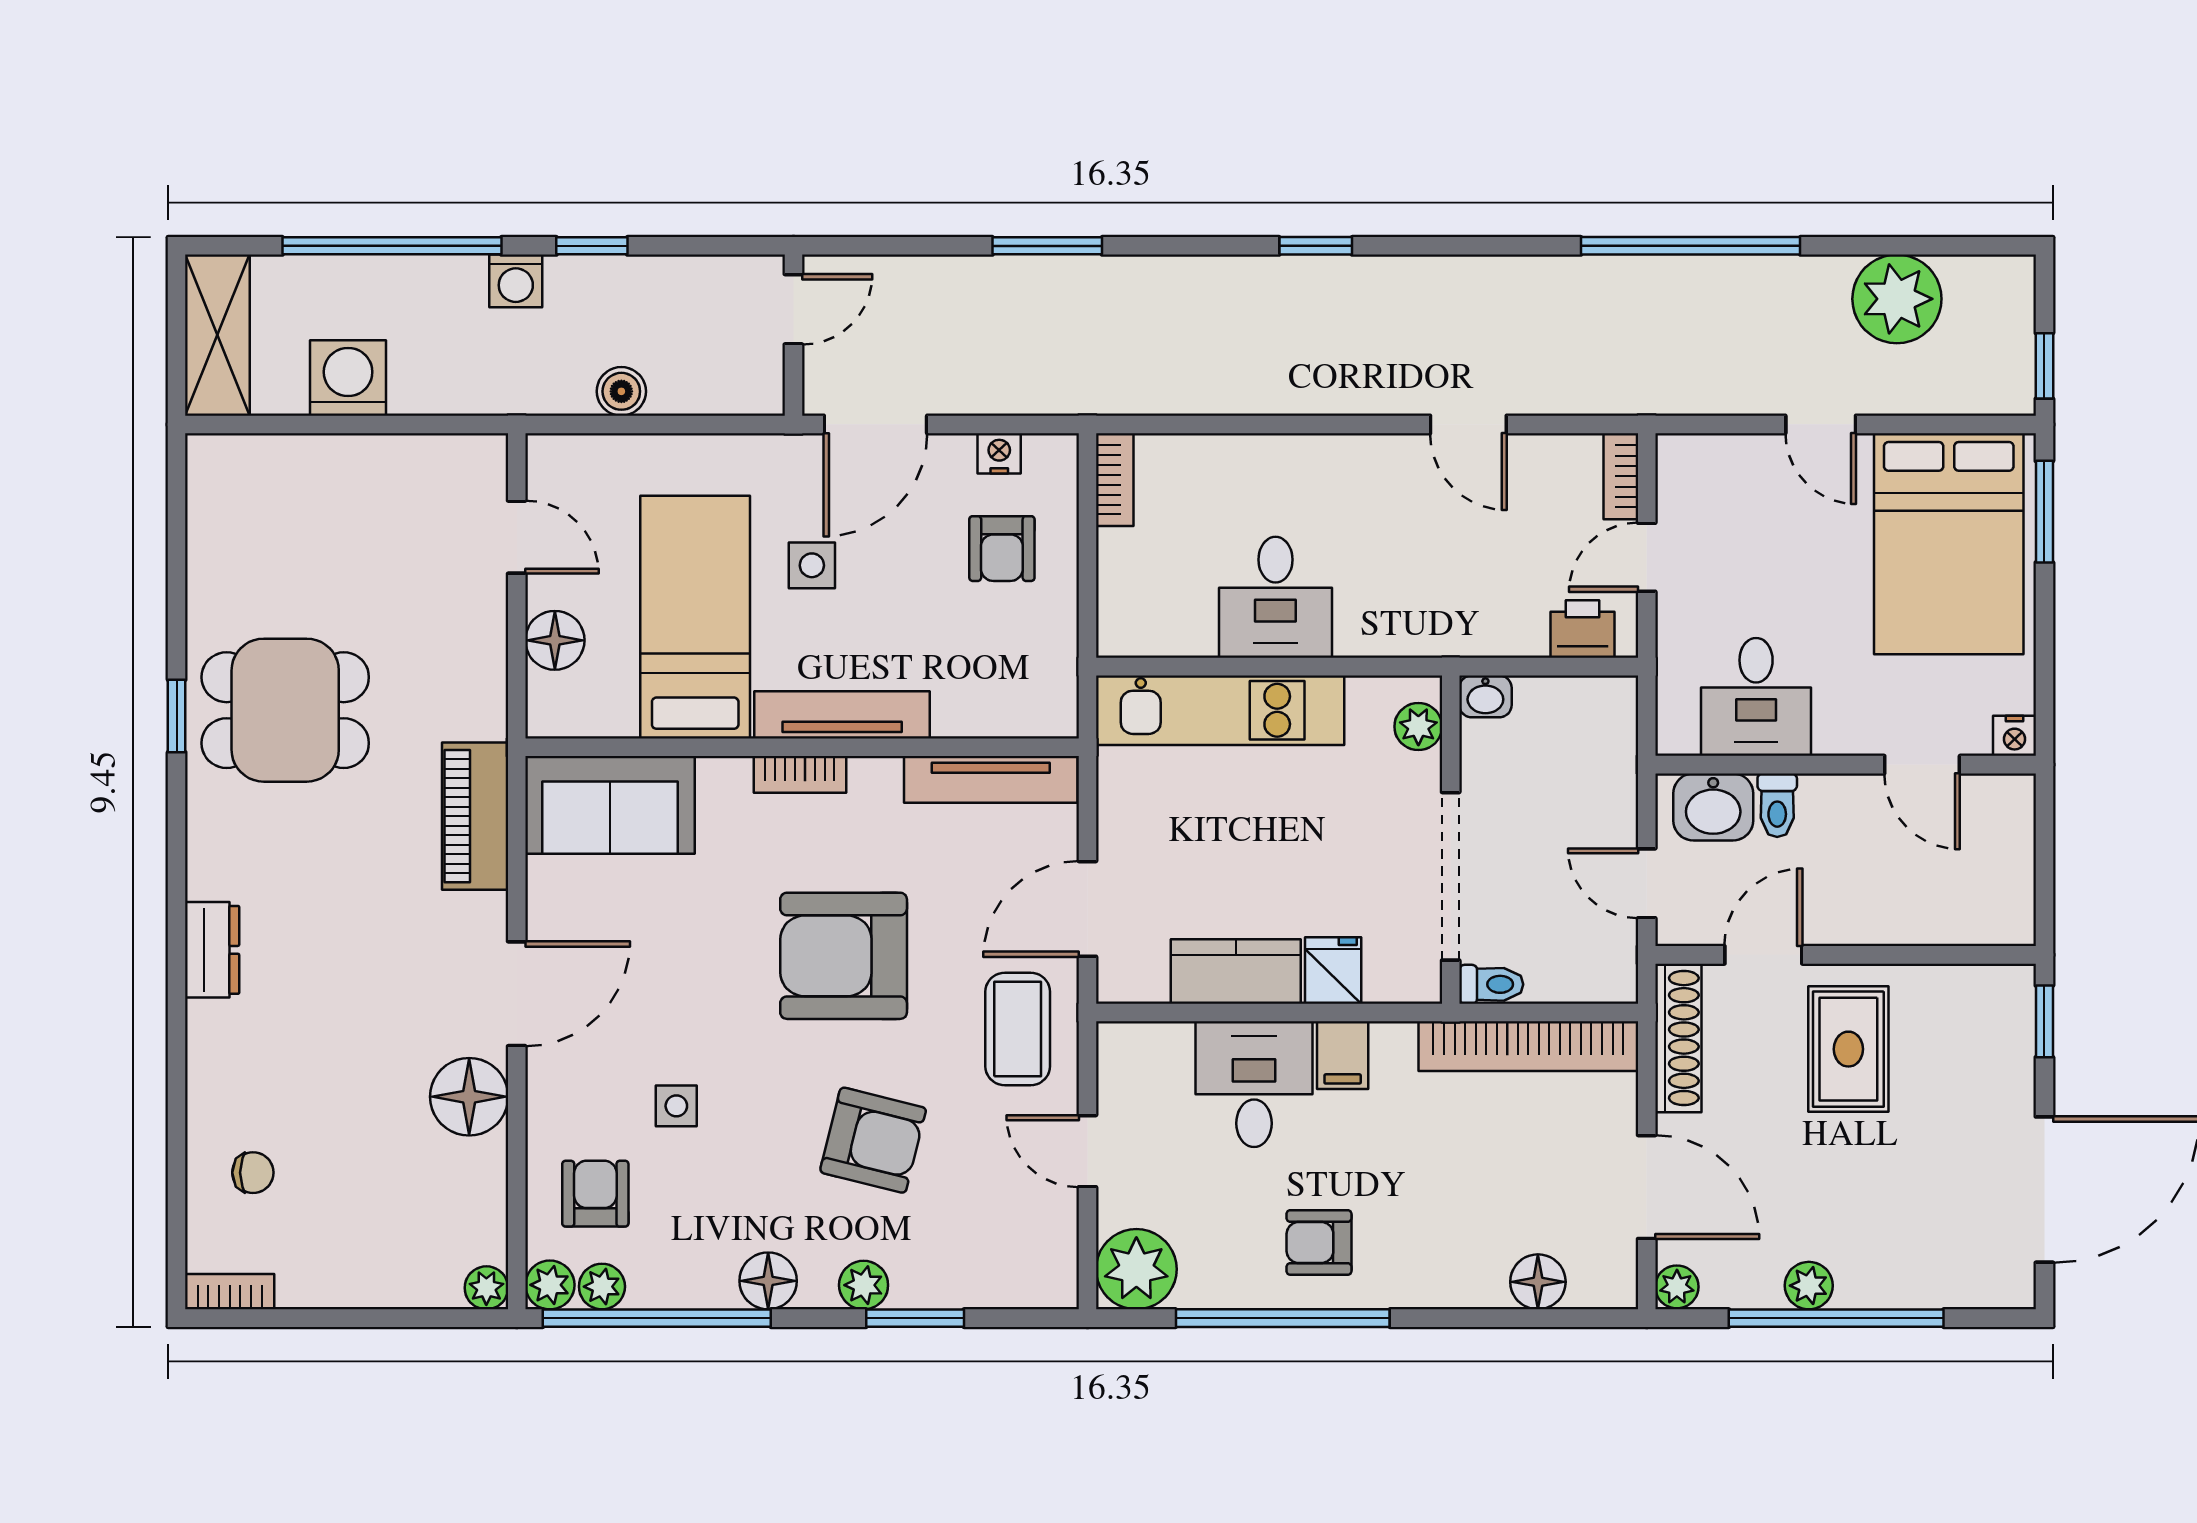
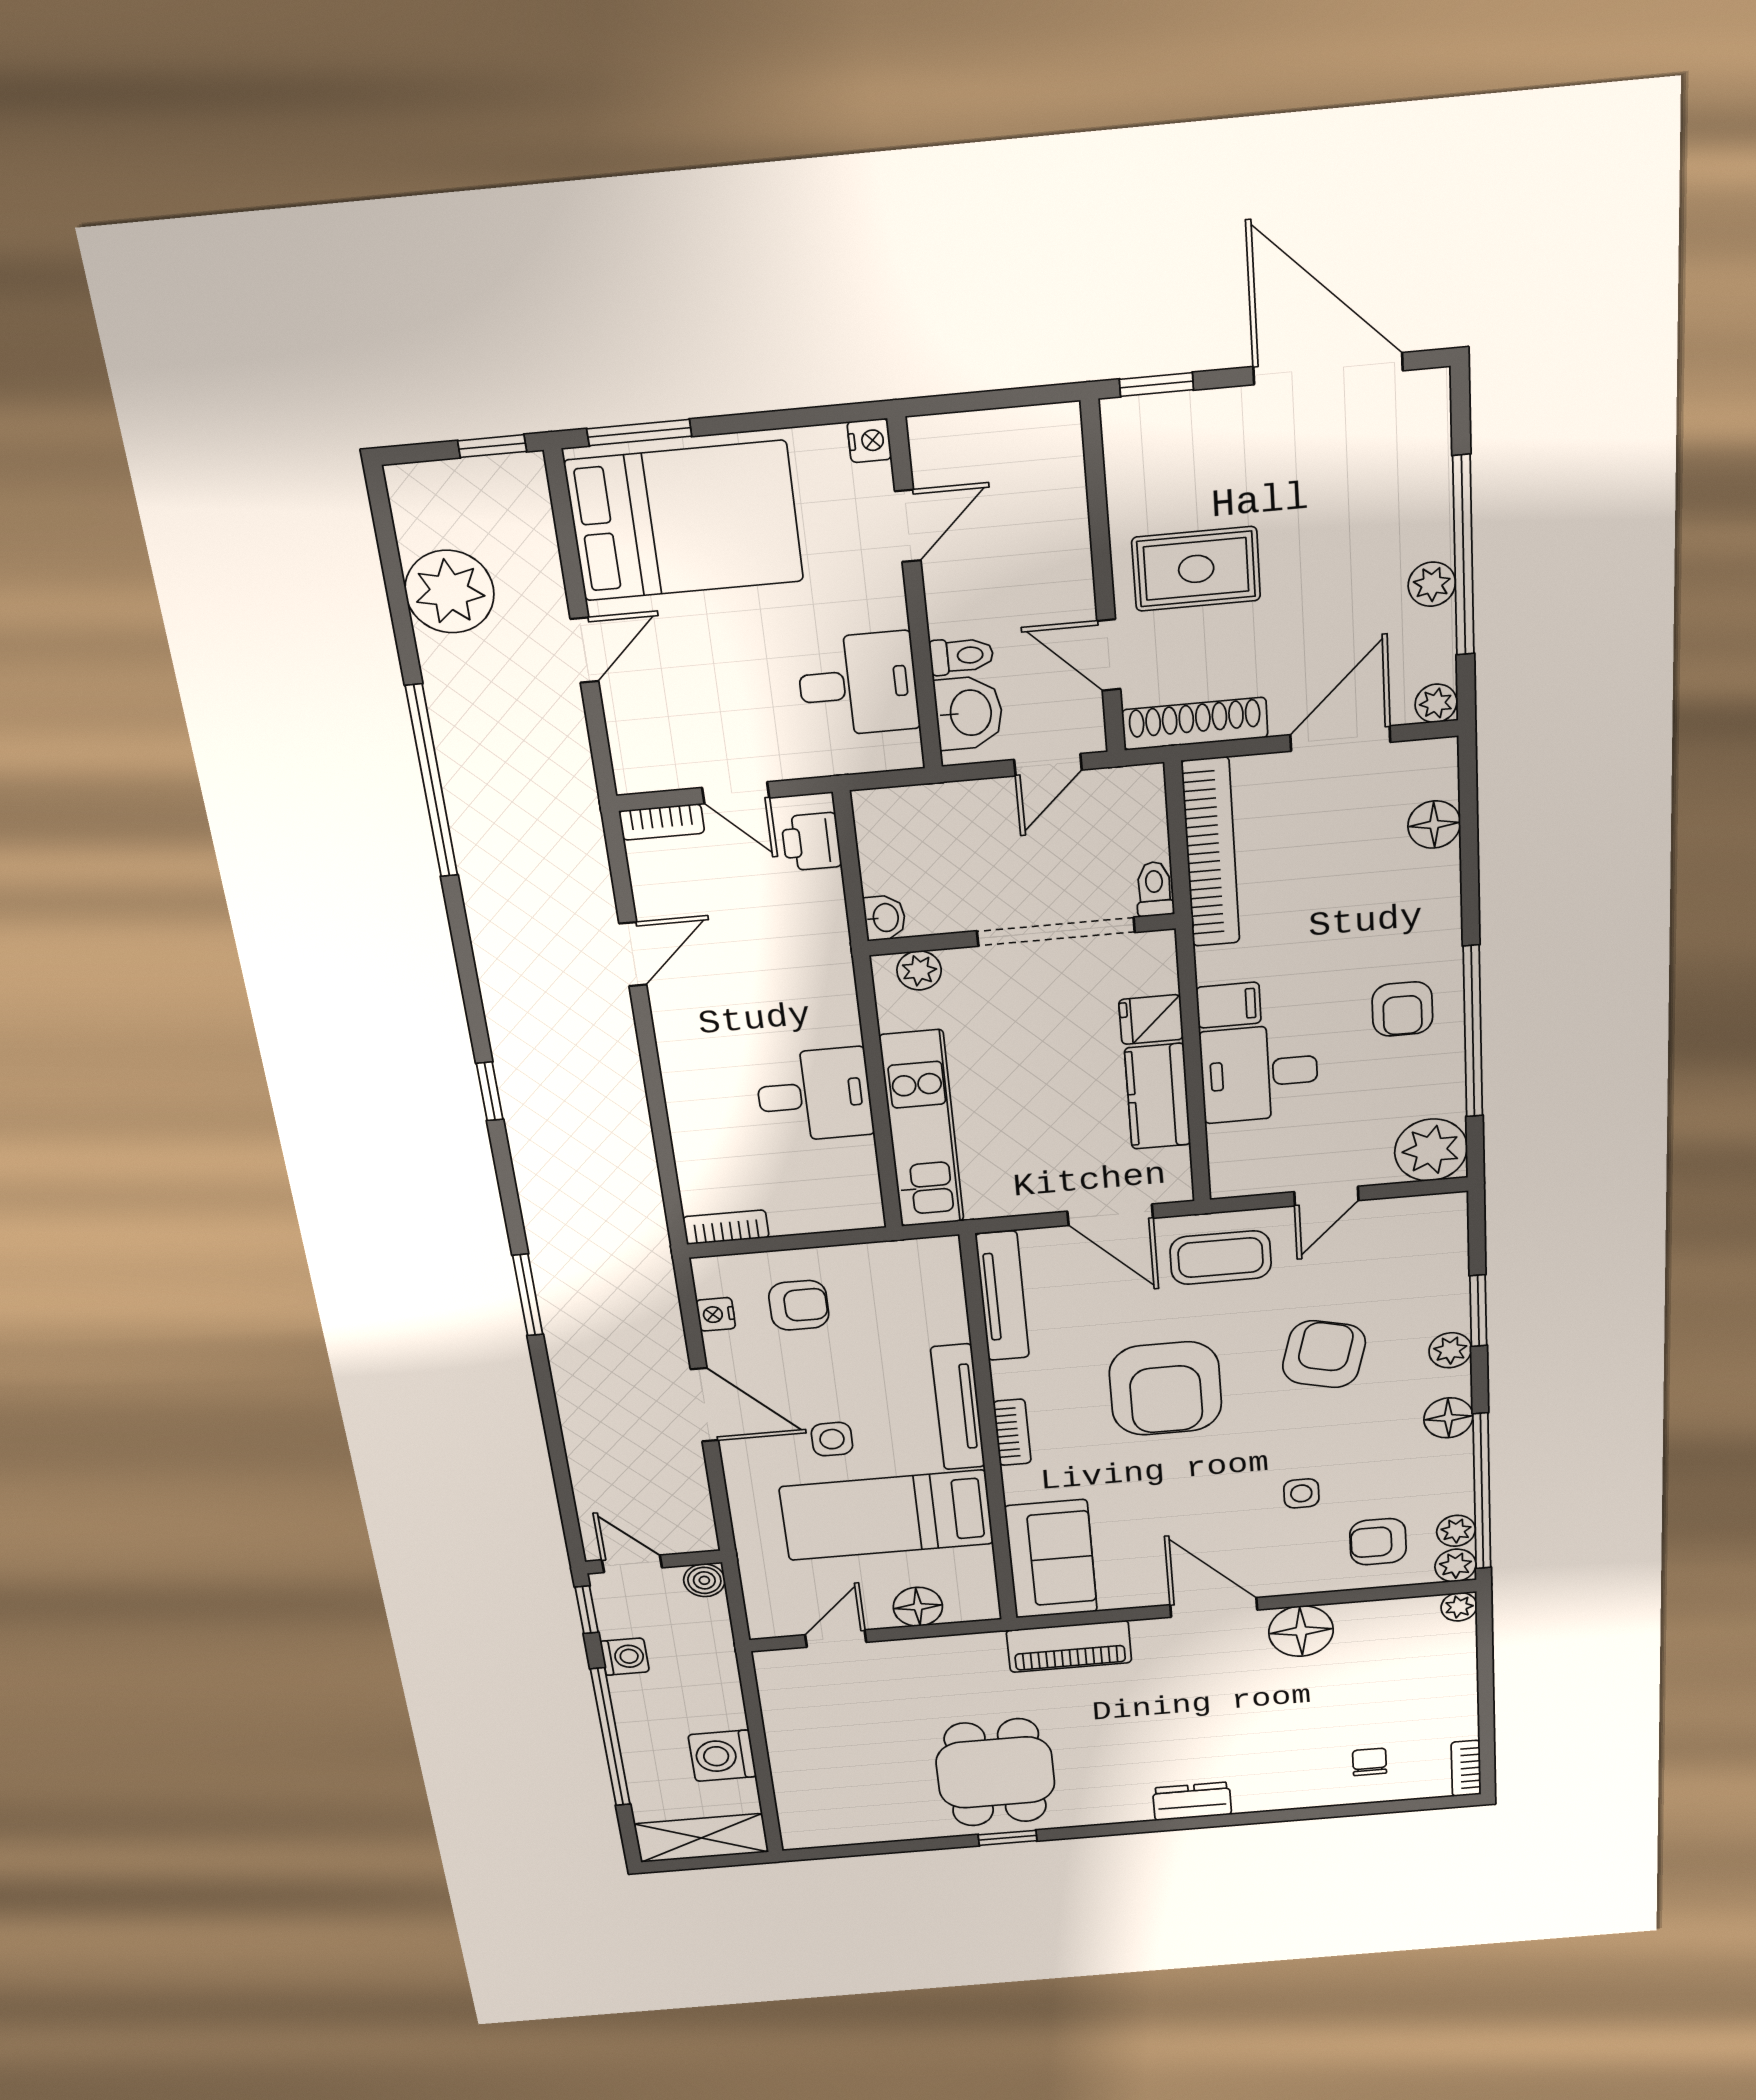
door: (793, 309) -> (632, 1564), moved
wall: (793, 335) -> (654, 1562), moved

